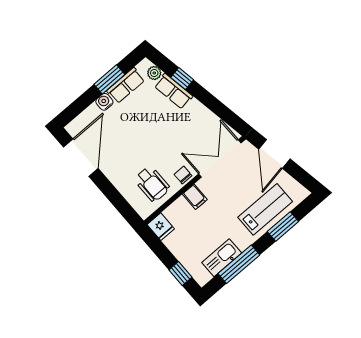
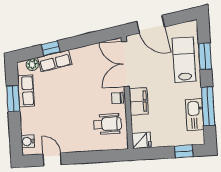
water cooler: (104, 102) -> (28, 141), moved
door: (81, 158) -> (52, 159), width x0.53
filing cabinet: (195, 197) -> (139, 101), width x2.00

